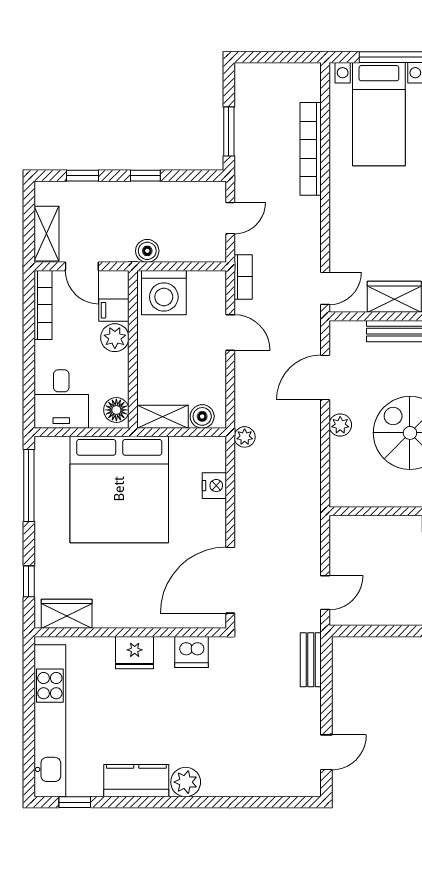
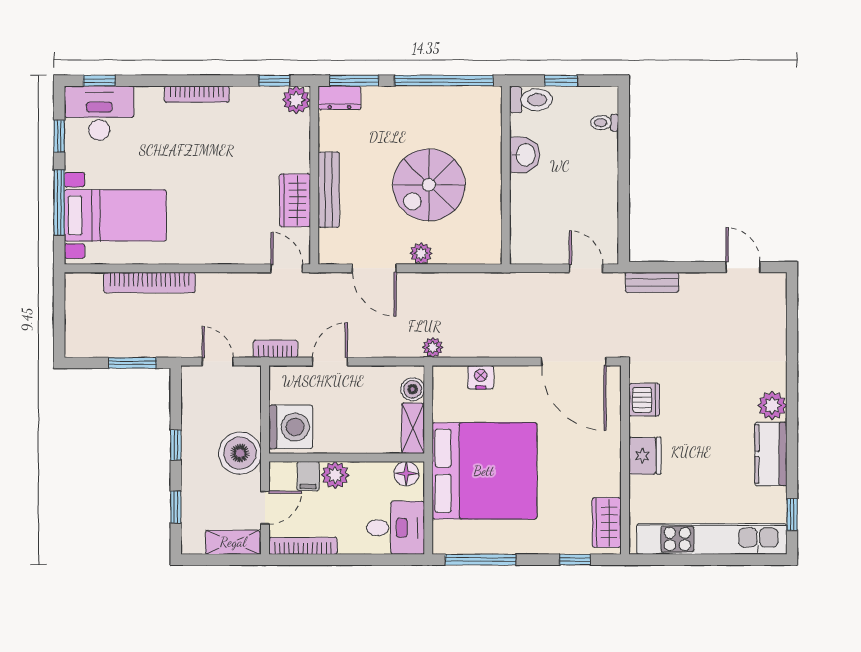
boiler: (147, 251) -> (240, 453), width x1.86, depth x1.86

